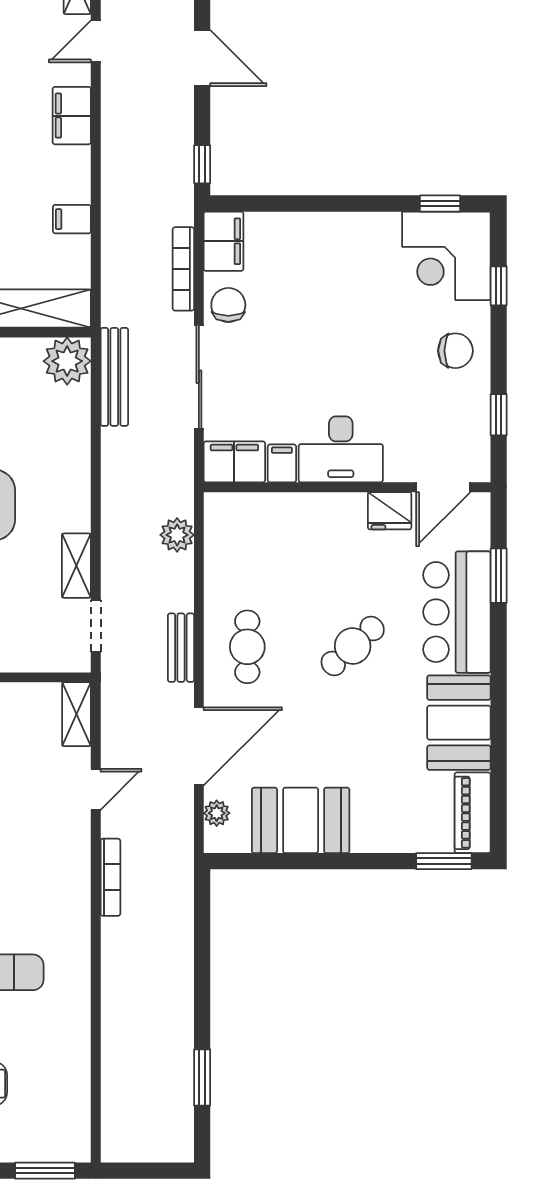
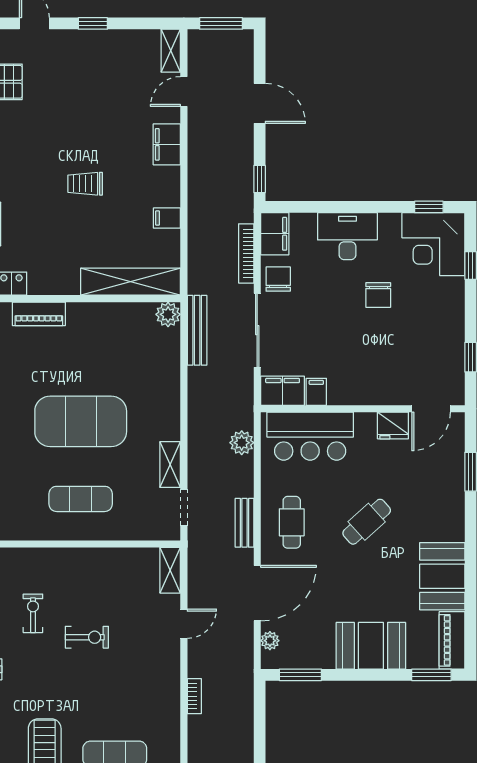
chair: (455, 351) -> (378, 295), moved, turned 90
plant: (67, 361) -> (168, 314), width x0.73, depth x0.73
desk: (341, 449) -> (347, 236), moved, turned 180
bar counter: (457, 612) -> (310, 436), moved, turned -90
booth: (301, 820) -> (371, 646), moved
window: (260, 861) -> (300, 675), added
bookcase: (110, 877) -> (194, 696), width x0.64

